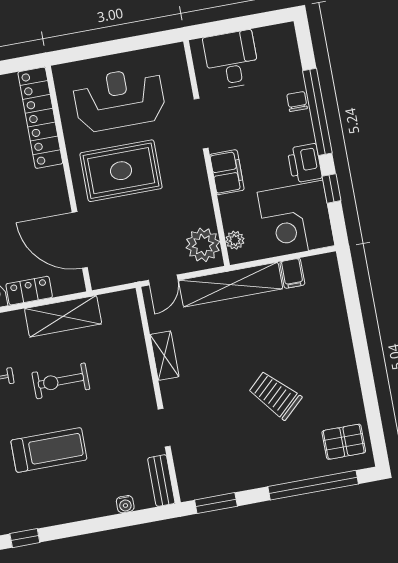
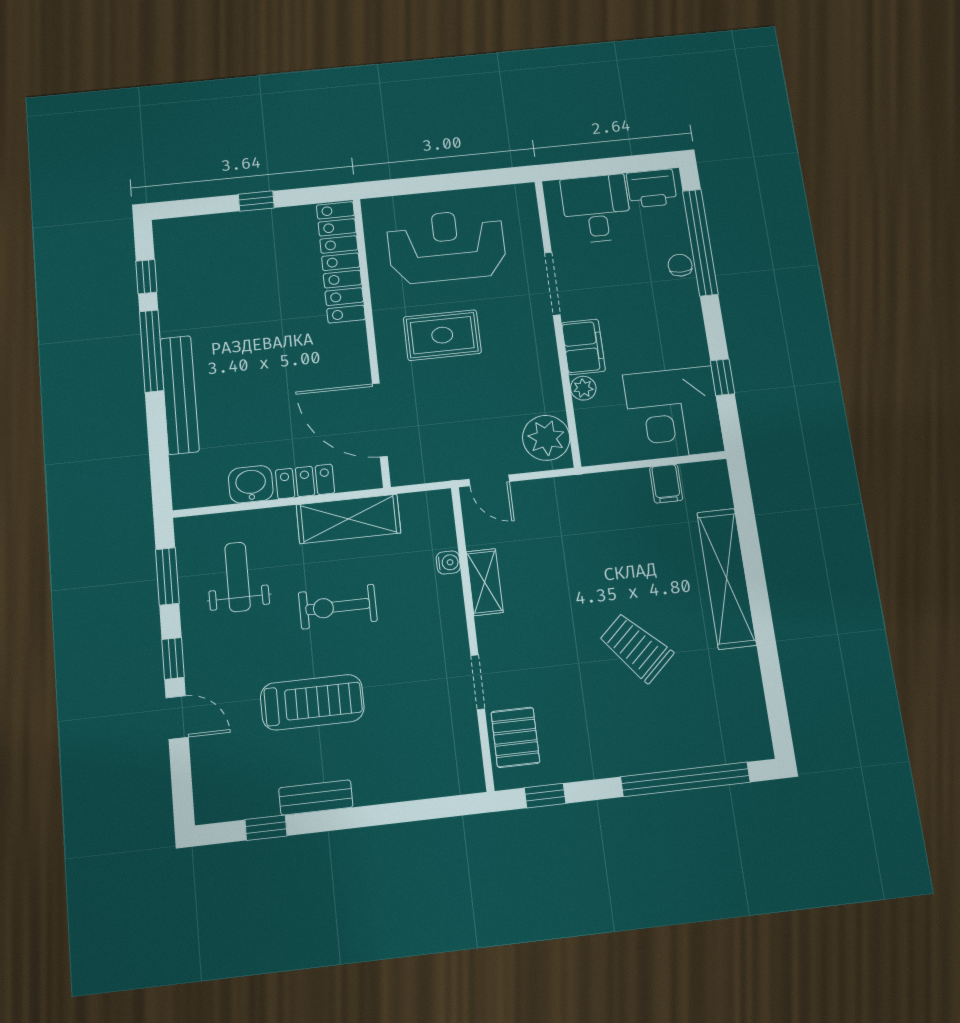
window: (317, 112) -> (700, 242), moved
printer: (305, 163) -> (652, 188), moved, turned -90
rug: (121, 171) -> (442, 335), width x0.73, depth x0.70
plant: (235, 240) -> (583, 388), moved
door: (163, 280) -> (489, 480), hinge flipped
shelving: (231, 285) -> (726, 578), moved, turned 90
pallet: (344, 442) -> (515, 737), moved, turned 90
bench: (161, 481) -> (316, 797), moved, turned 90
window: (216, 503) -> (545, 796), width x0.67
water cooler: (125, 504) -> (448, 563), moved, turned -90

